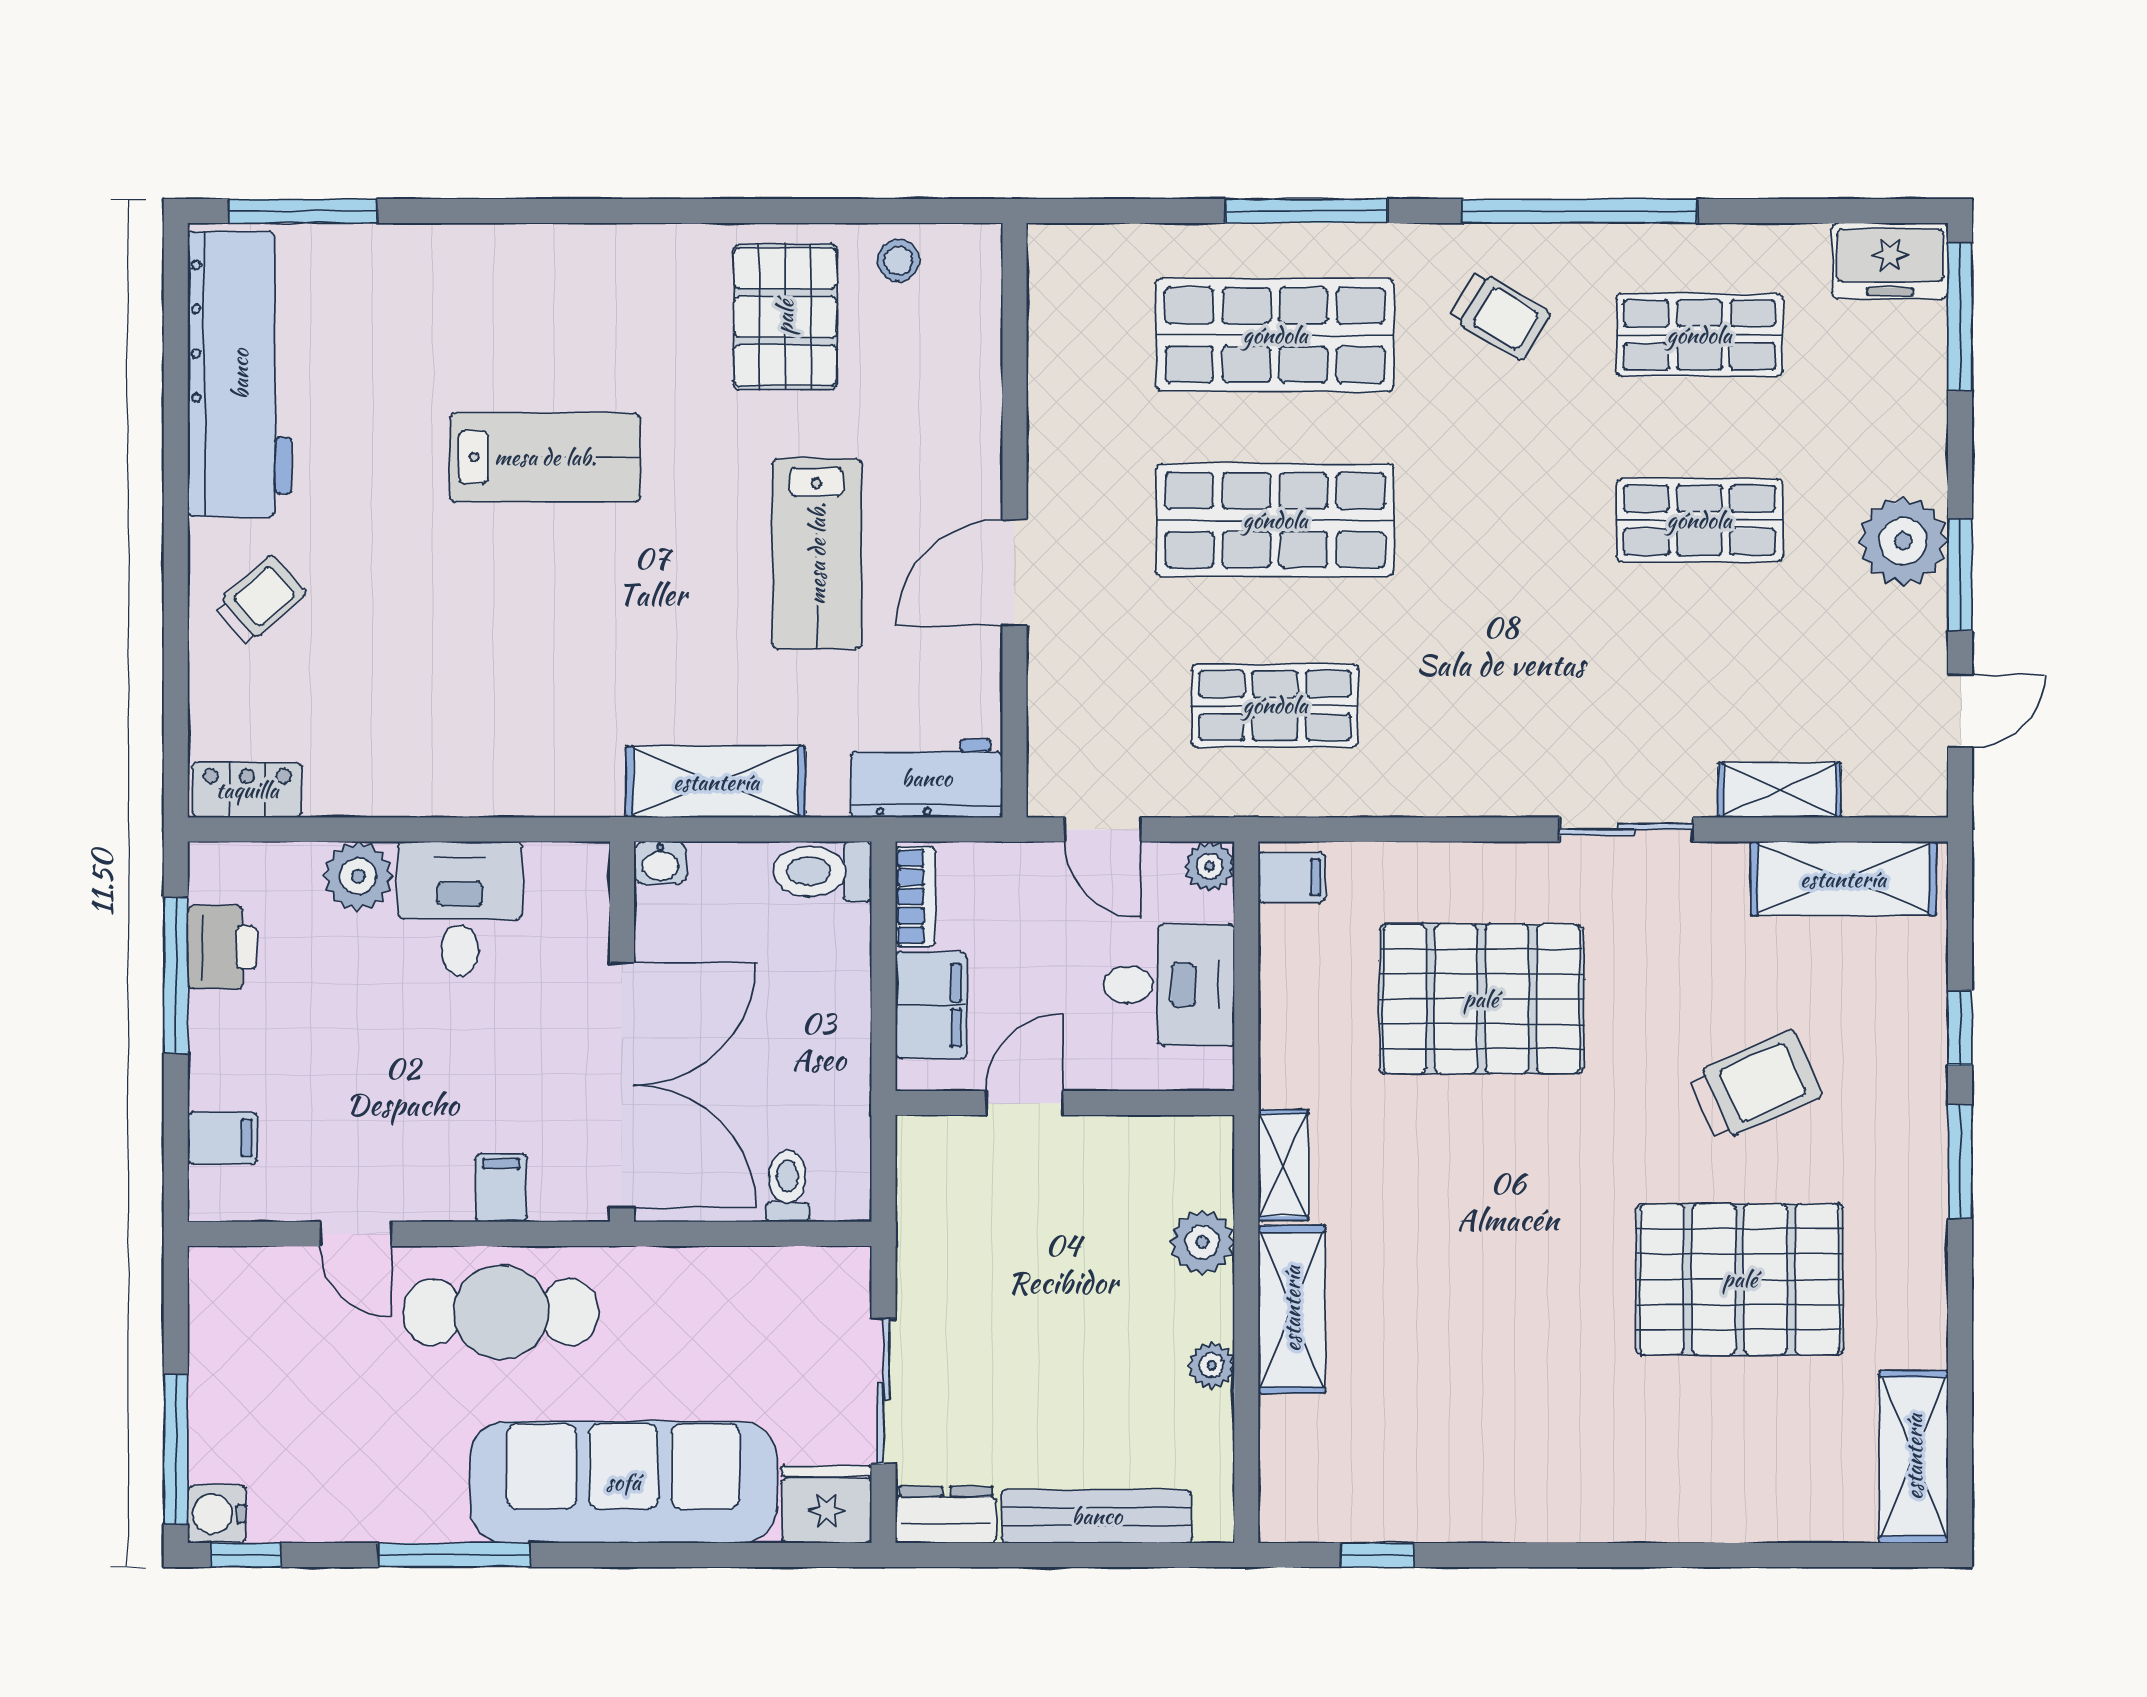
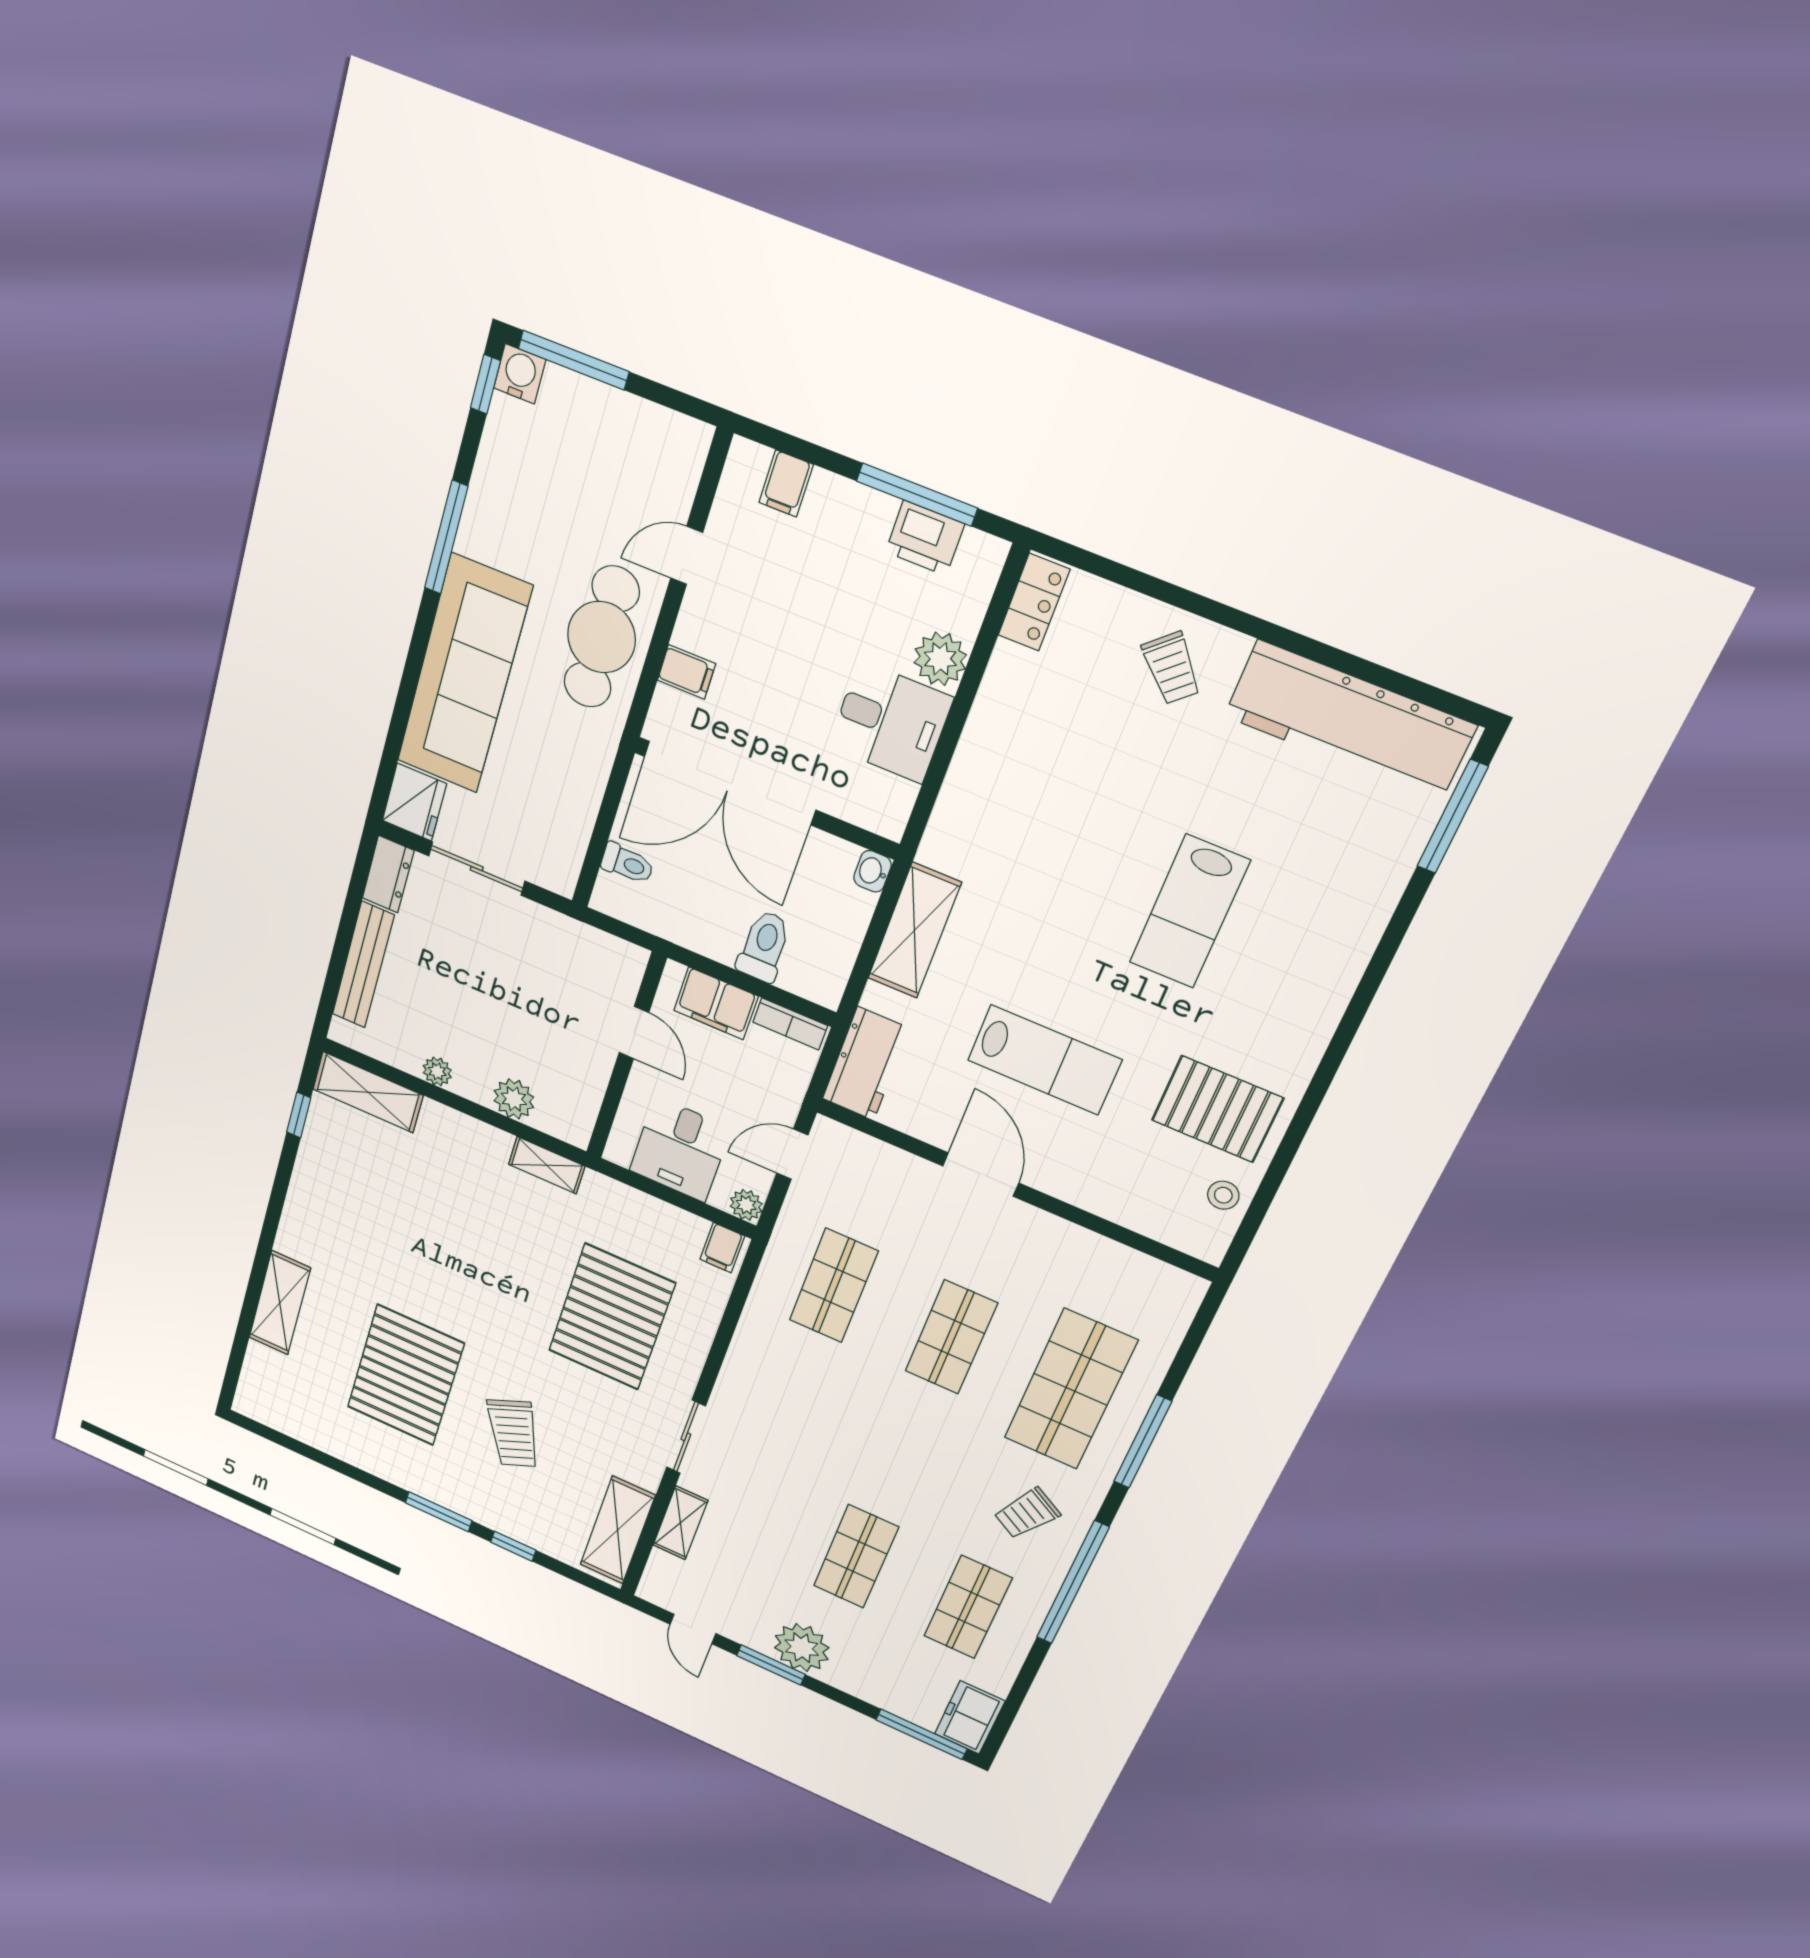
shop shelf: (1275, 520) -> (951, 1337), width x0.70, depth x0.74
lab bench: (817, 554) -> (1045, 1060), turned 180
toilet: (822, 871) -> (764, 946), moved
shelving: (1292, 1309) -> (368, 1092), moved
shelving: (1914, 1457) -> (280, 1303), moved, turned 90

